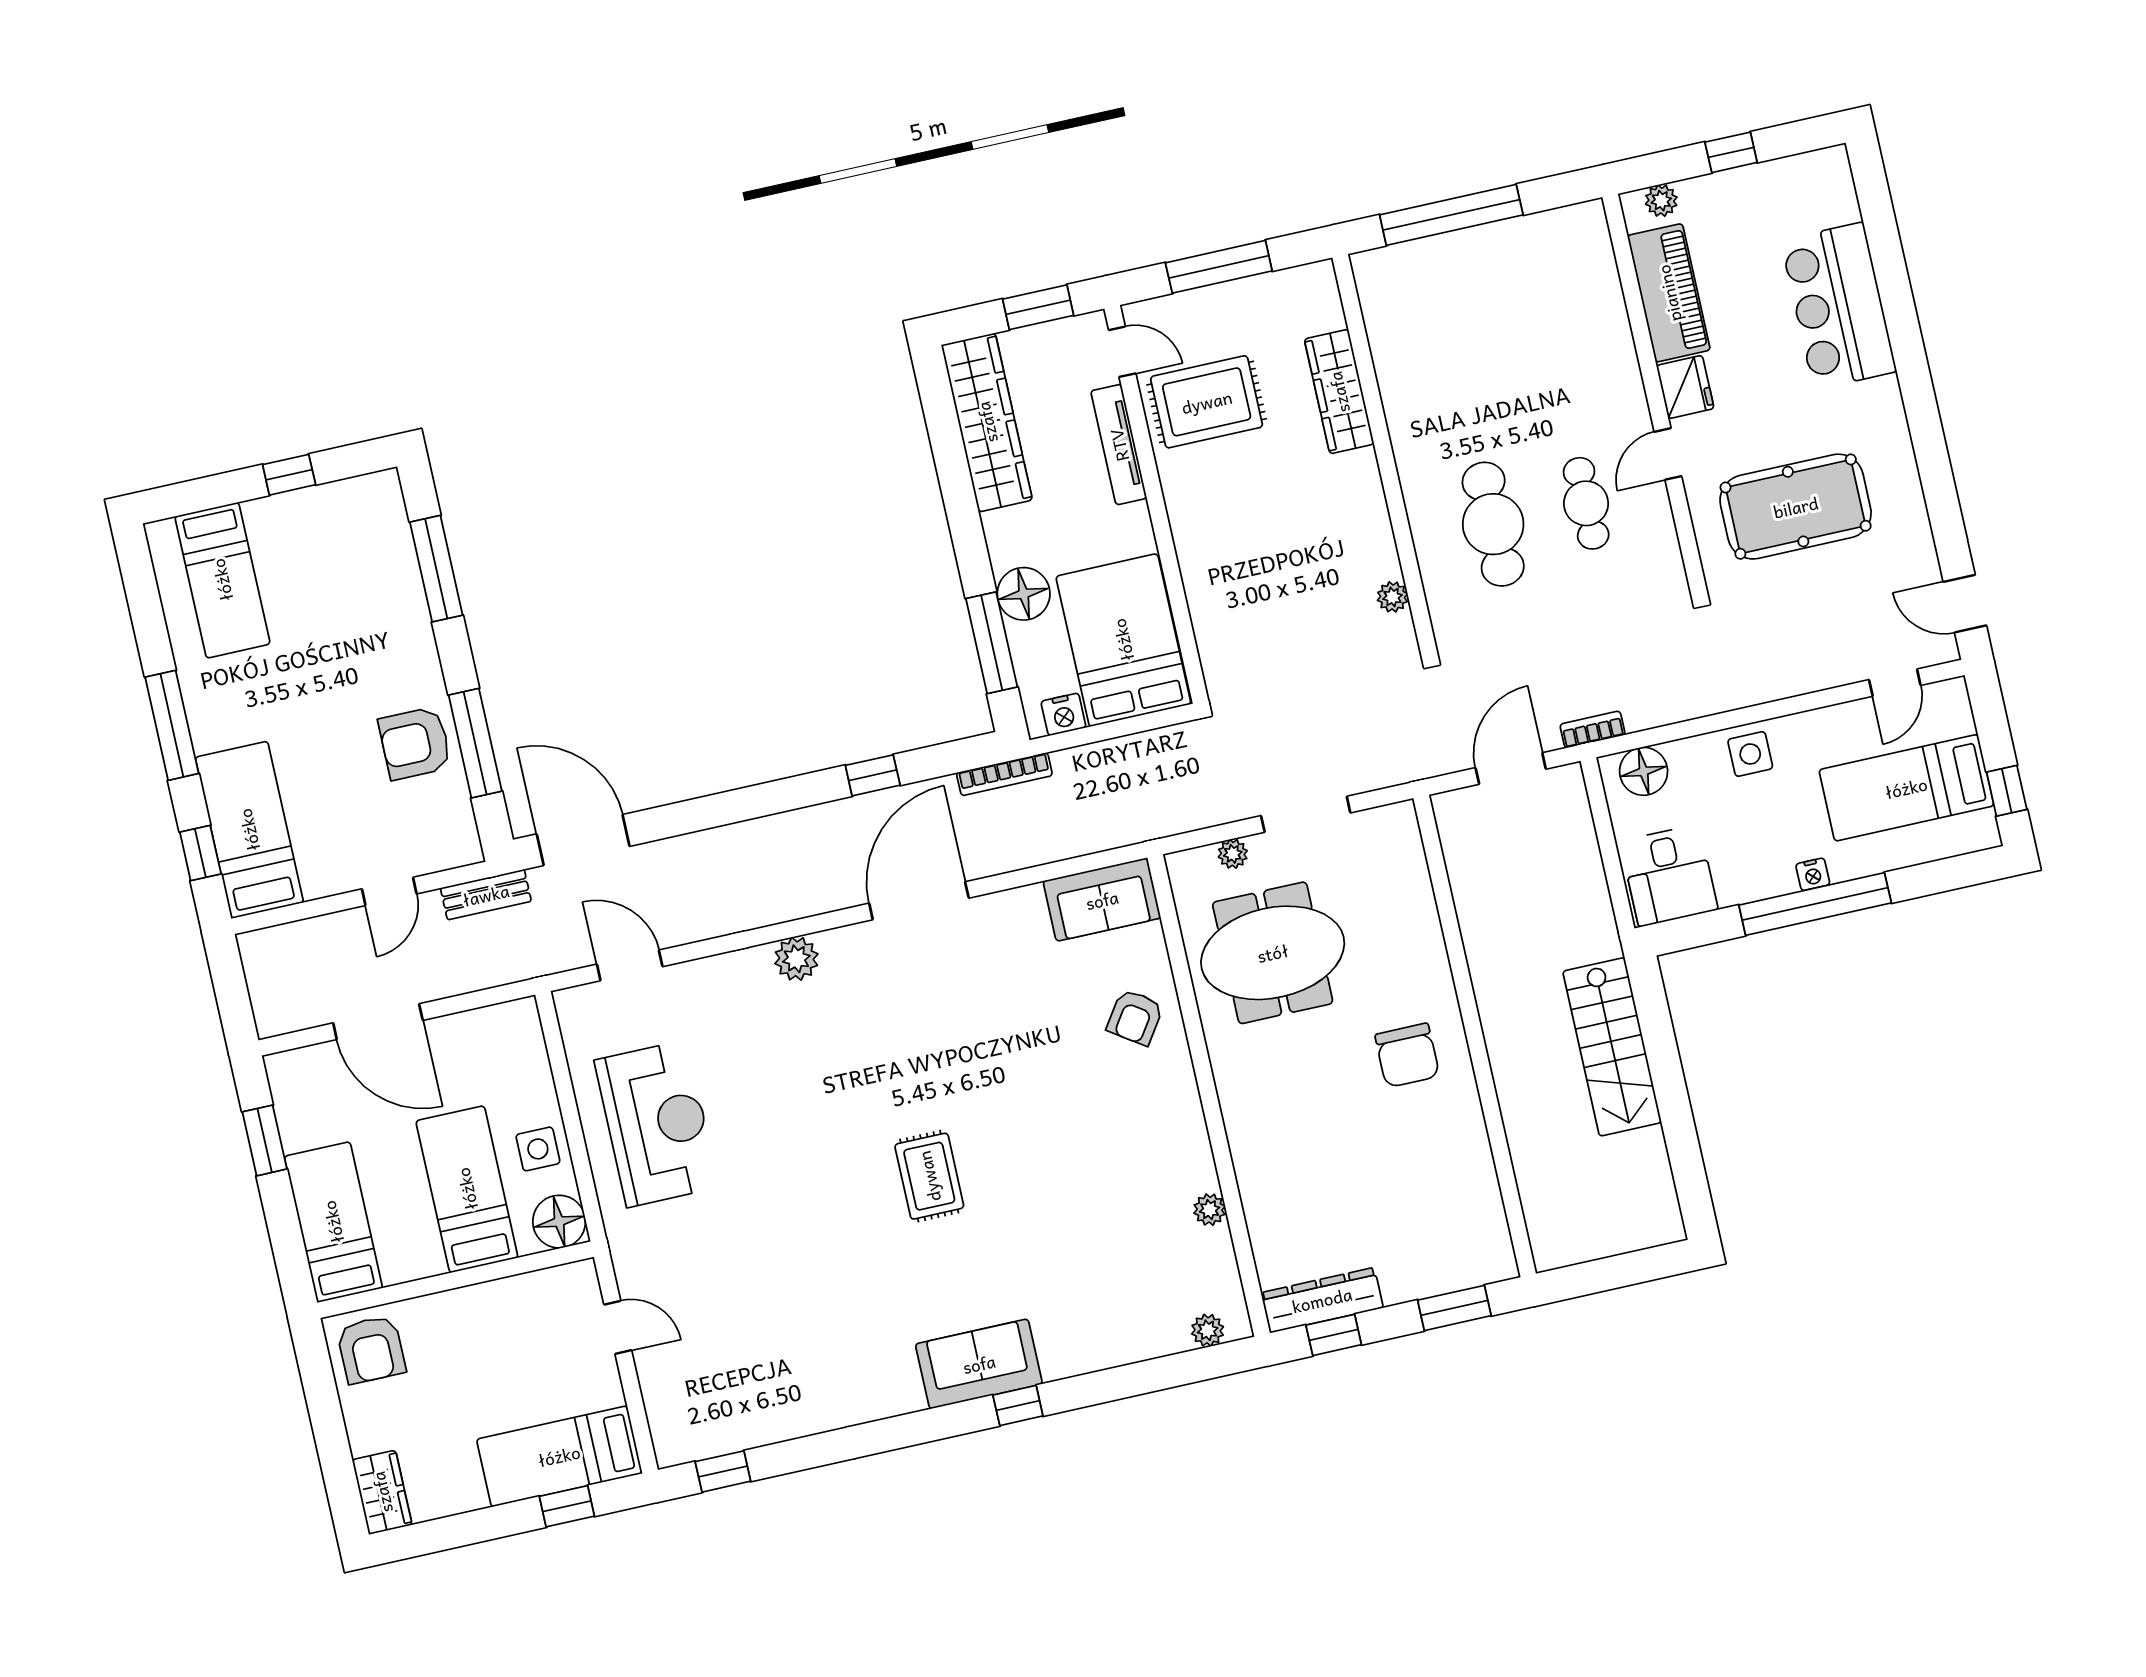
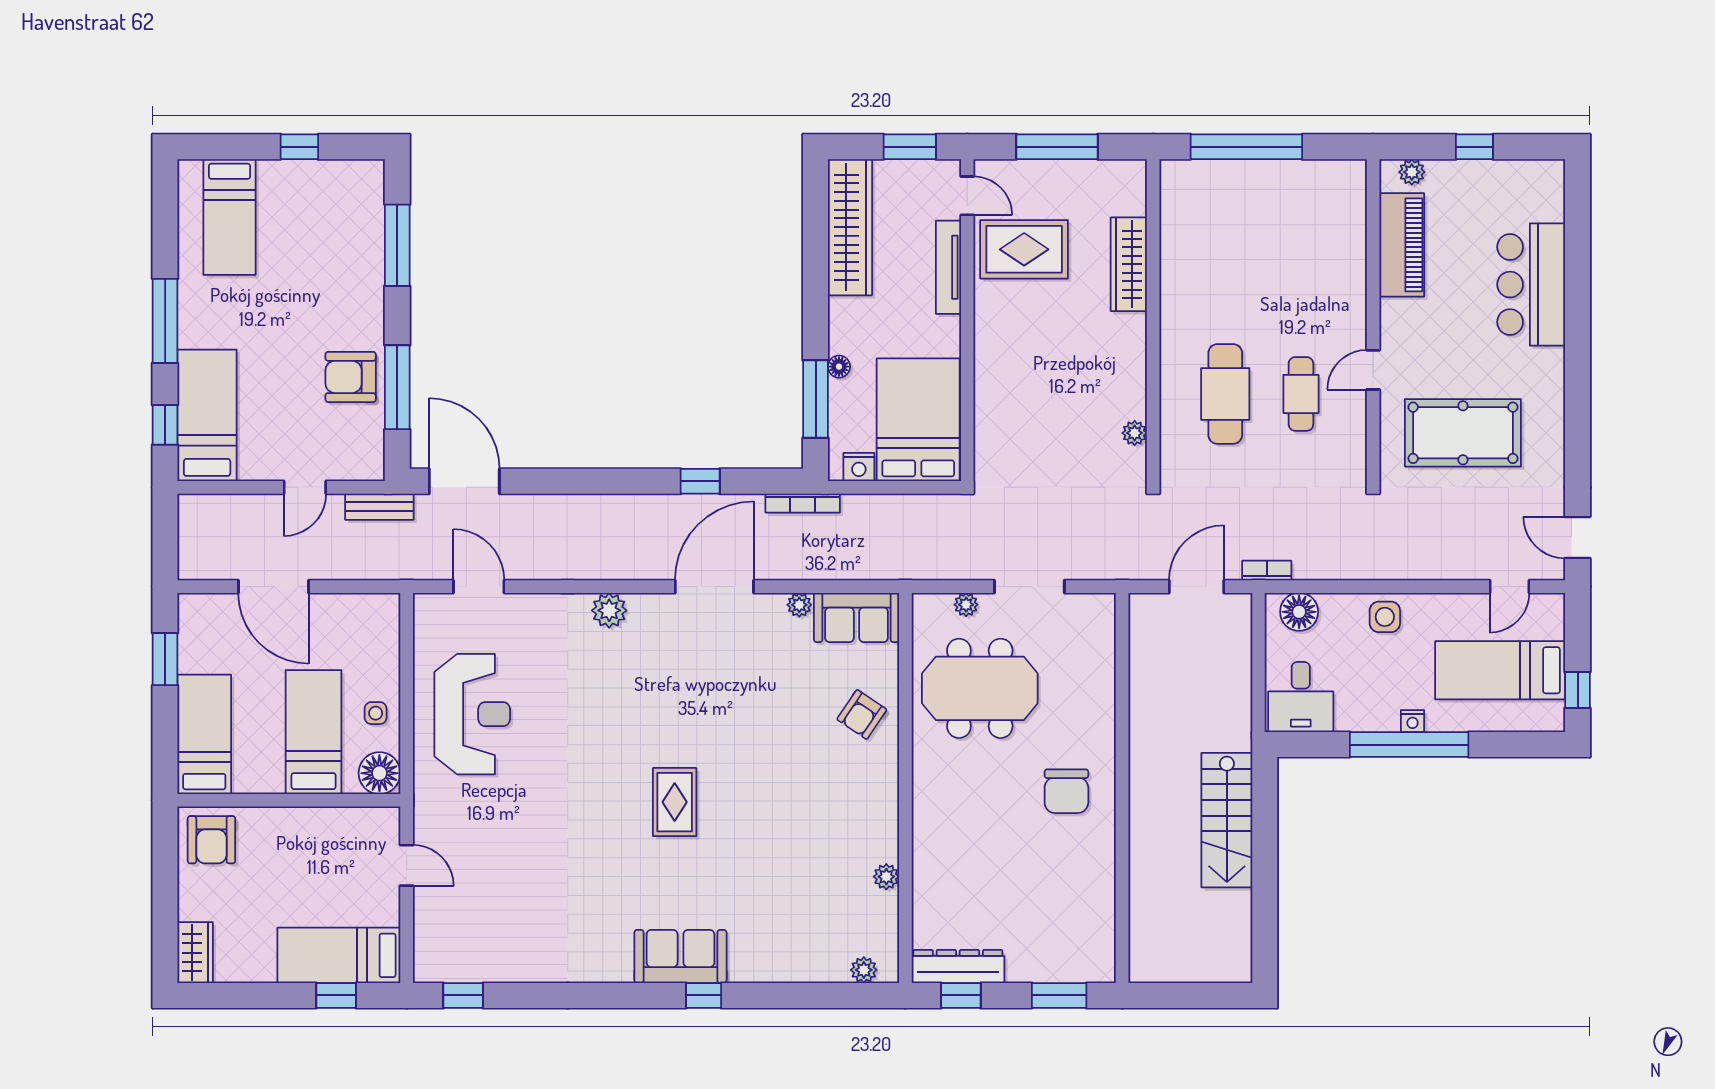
fridge: (1685, 387) -> (1398, 321), removed
floor lamp: (1024, 594) -> (839, 367), width x0.53, depth x0.53
plant: (1028, 900) -> (799, 605), added
side table: (538, 1149) -> (376, 713), width x0.73, depth x0.73

